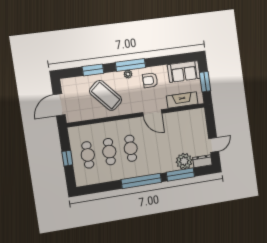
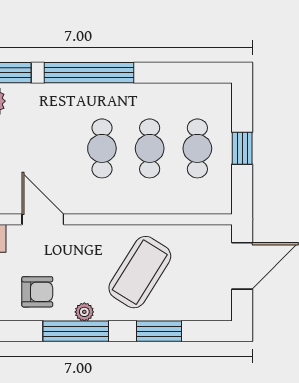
coffee table: (106, 95) -> (140, 272), turned 73

